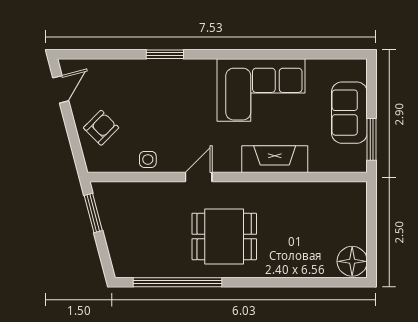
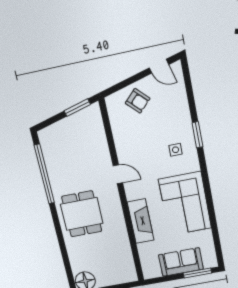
window: (372, 139) -> (197, 273), moved
side table: (148, 159) -> (176, 150), moved
dining table: (224, 236) -> (82, 214), moved

